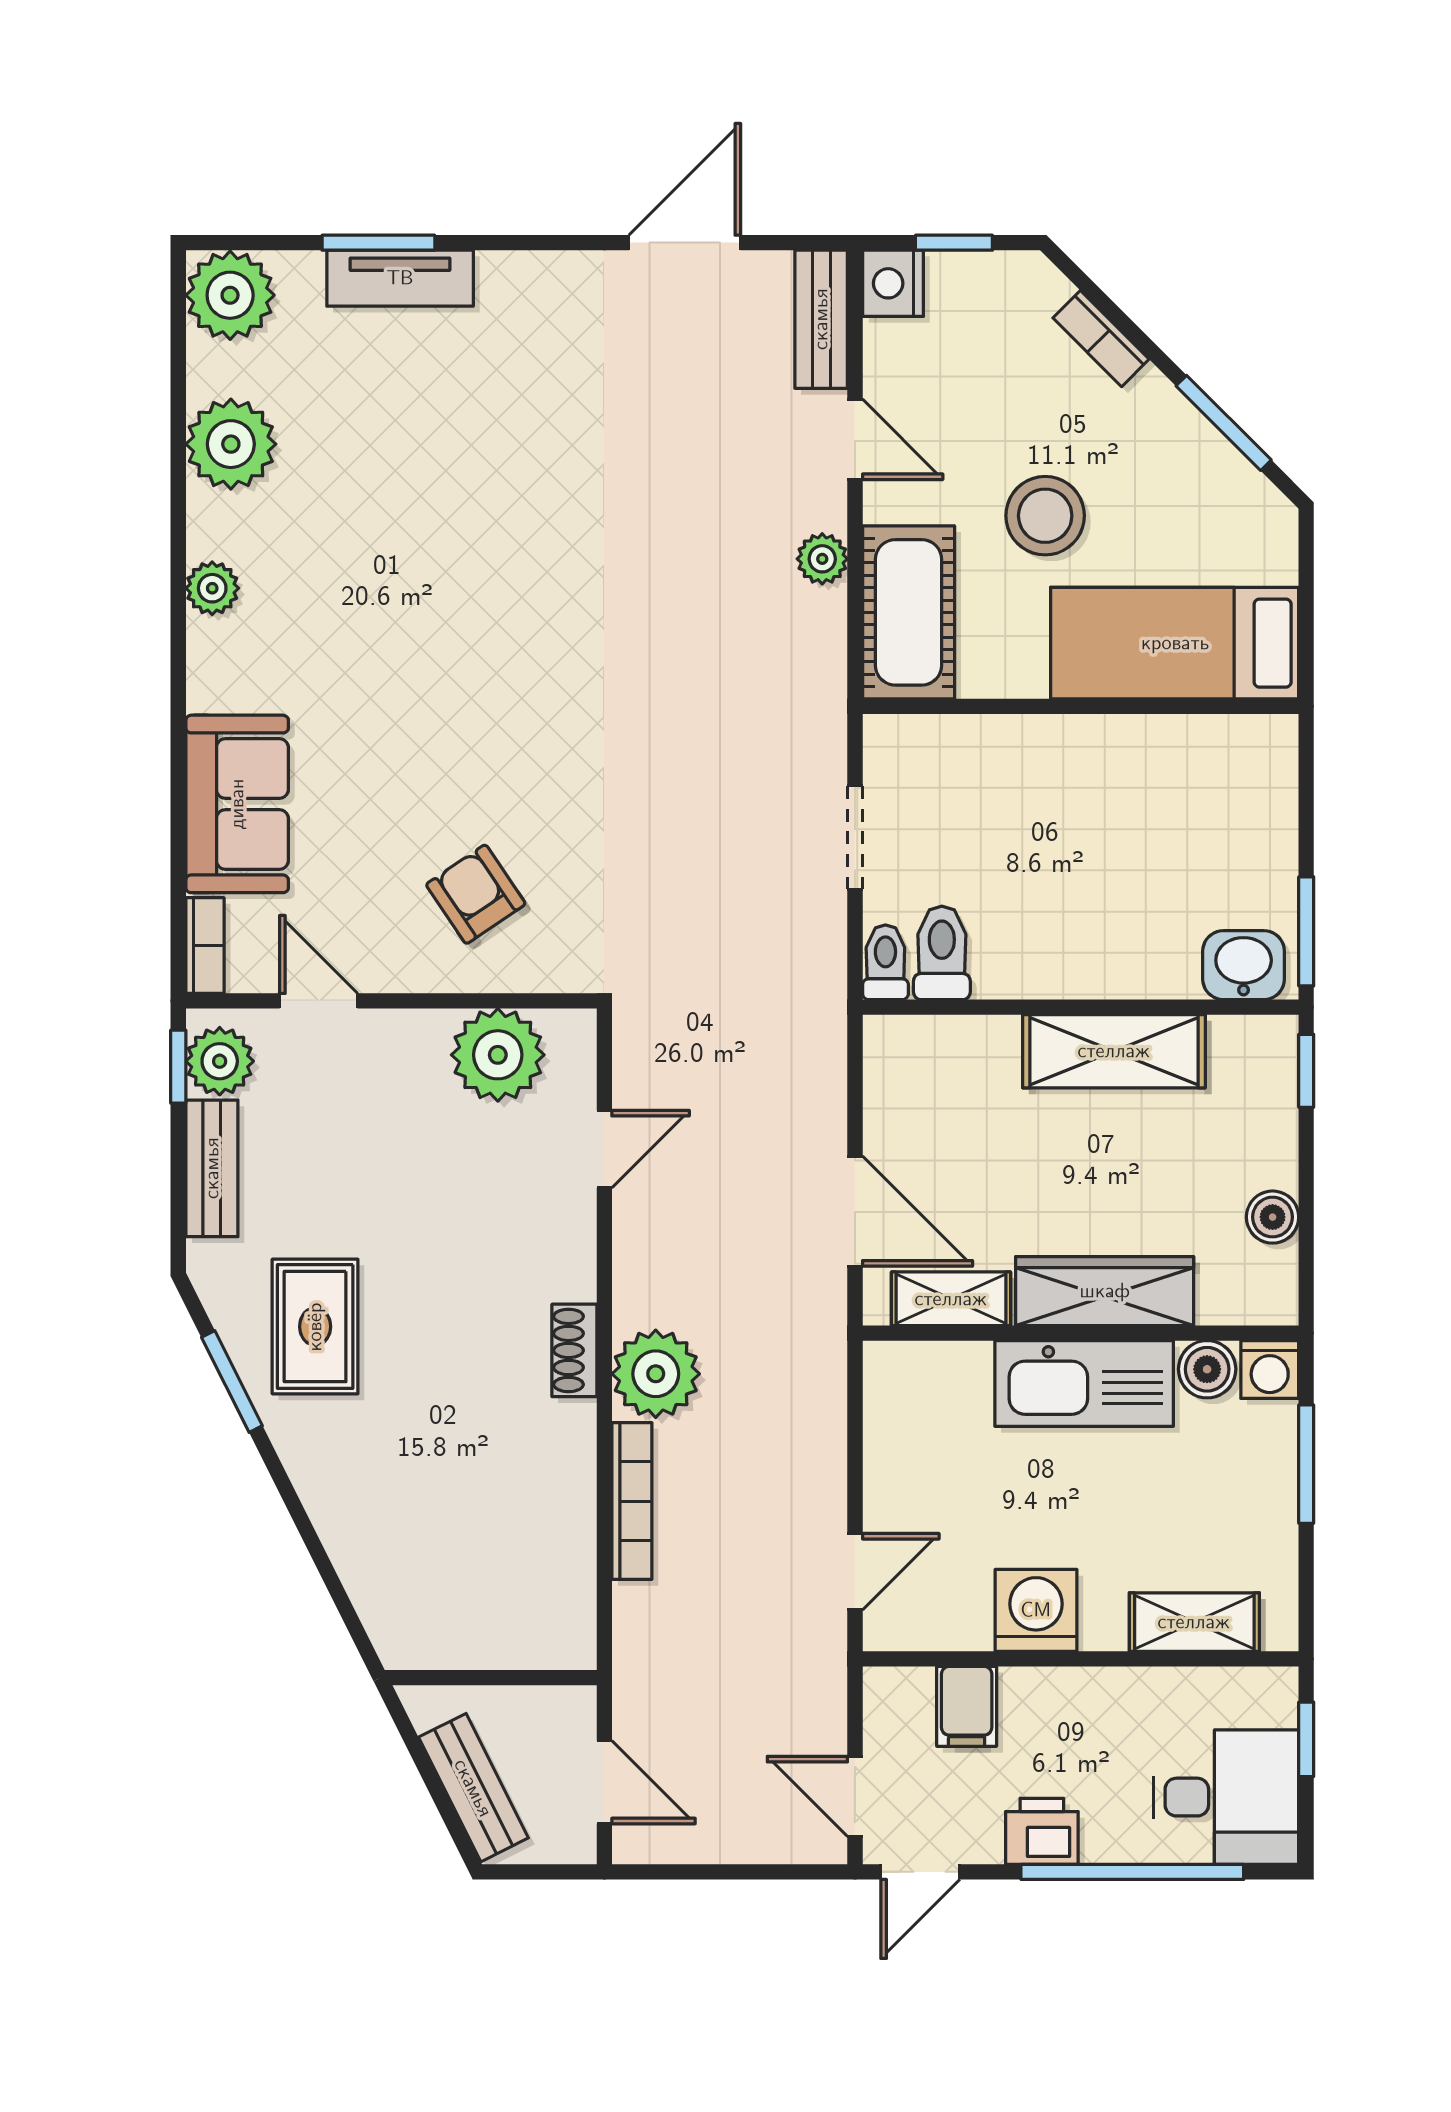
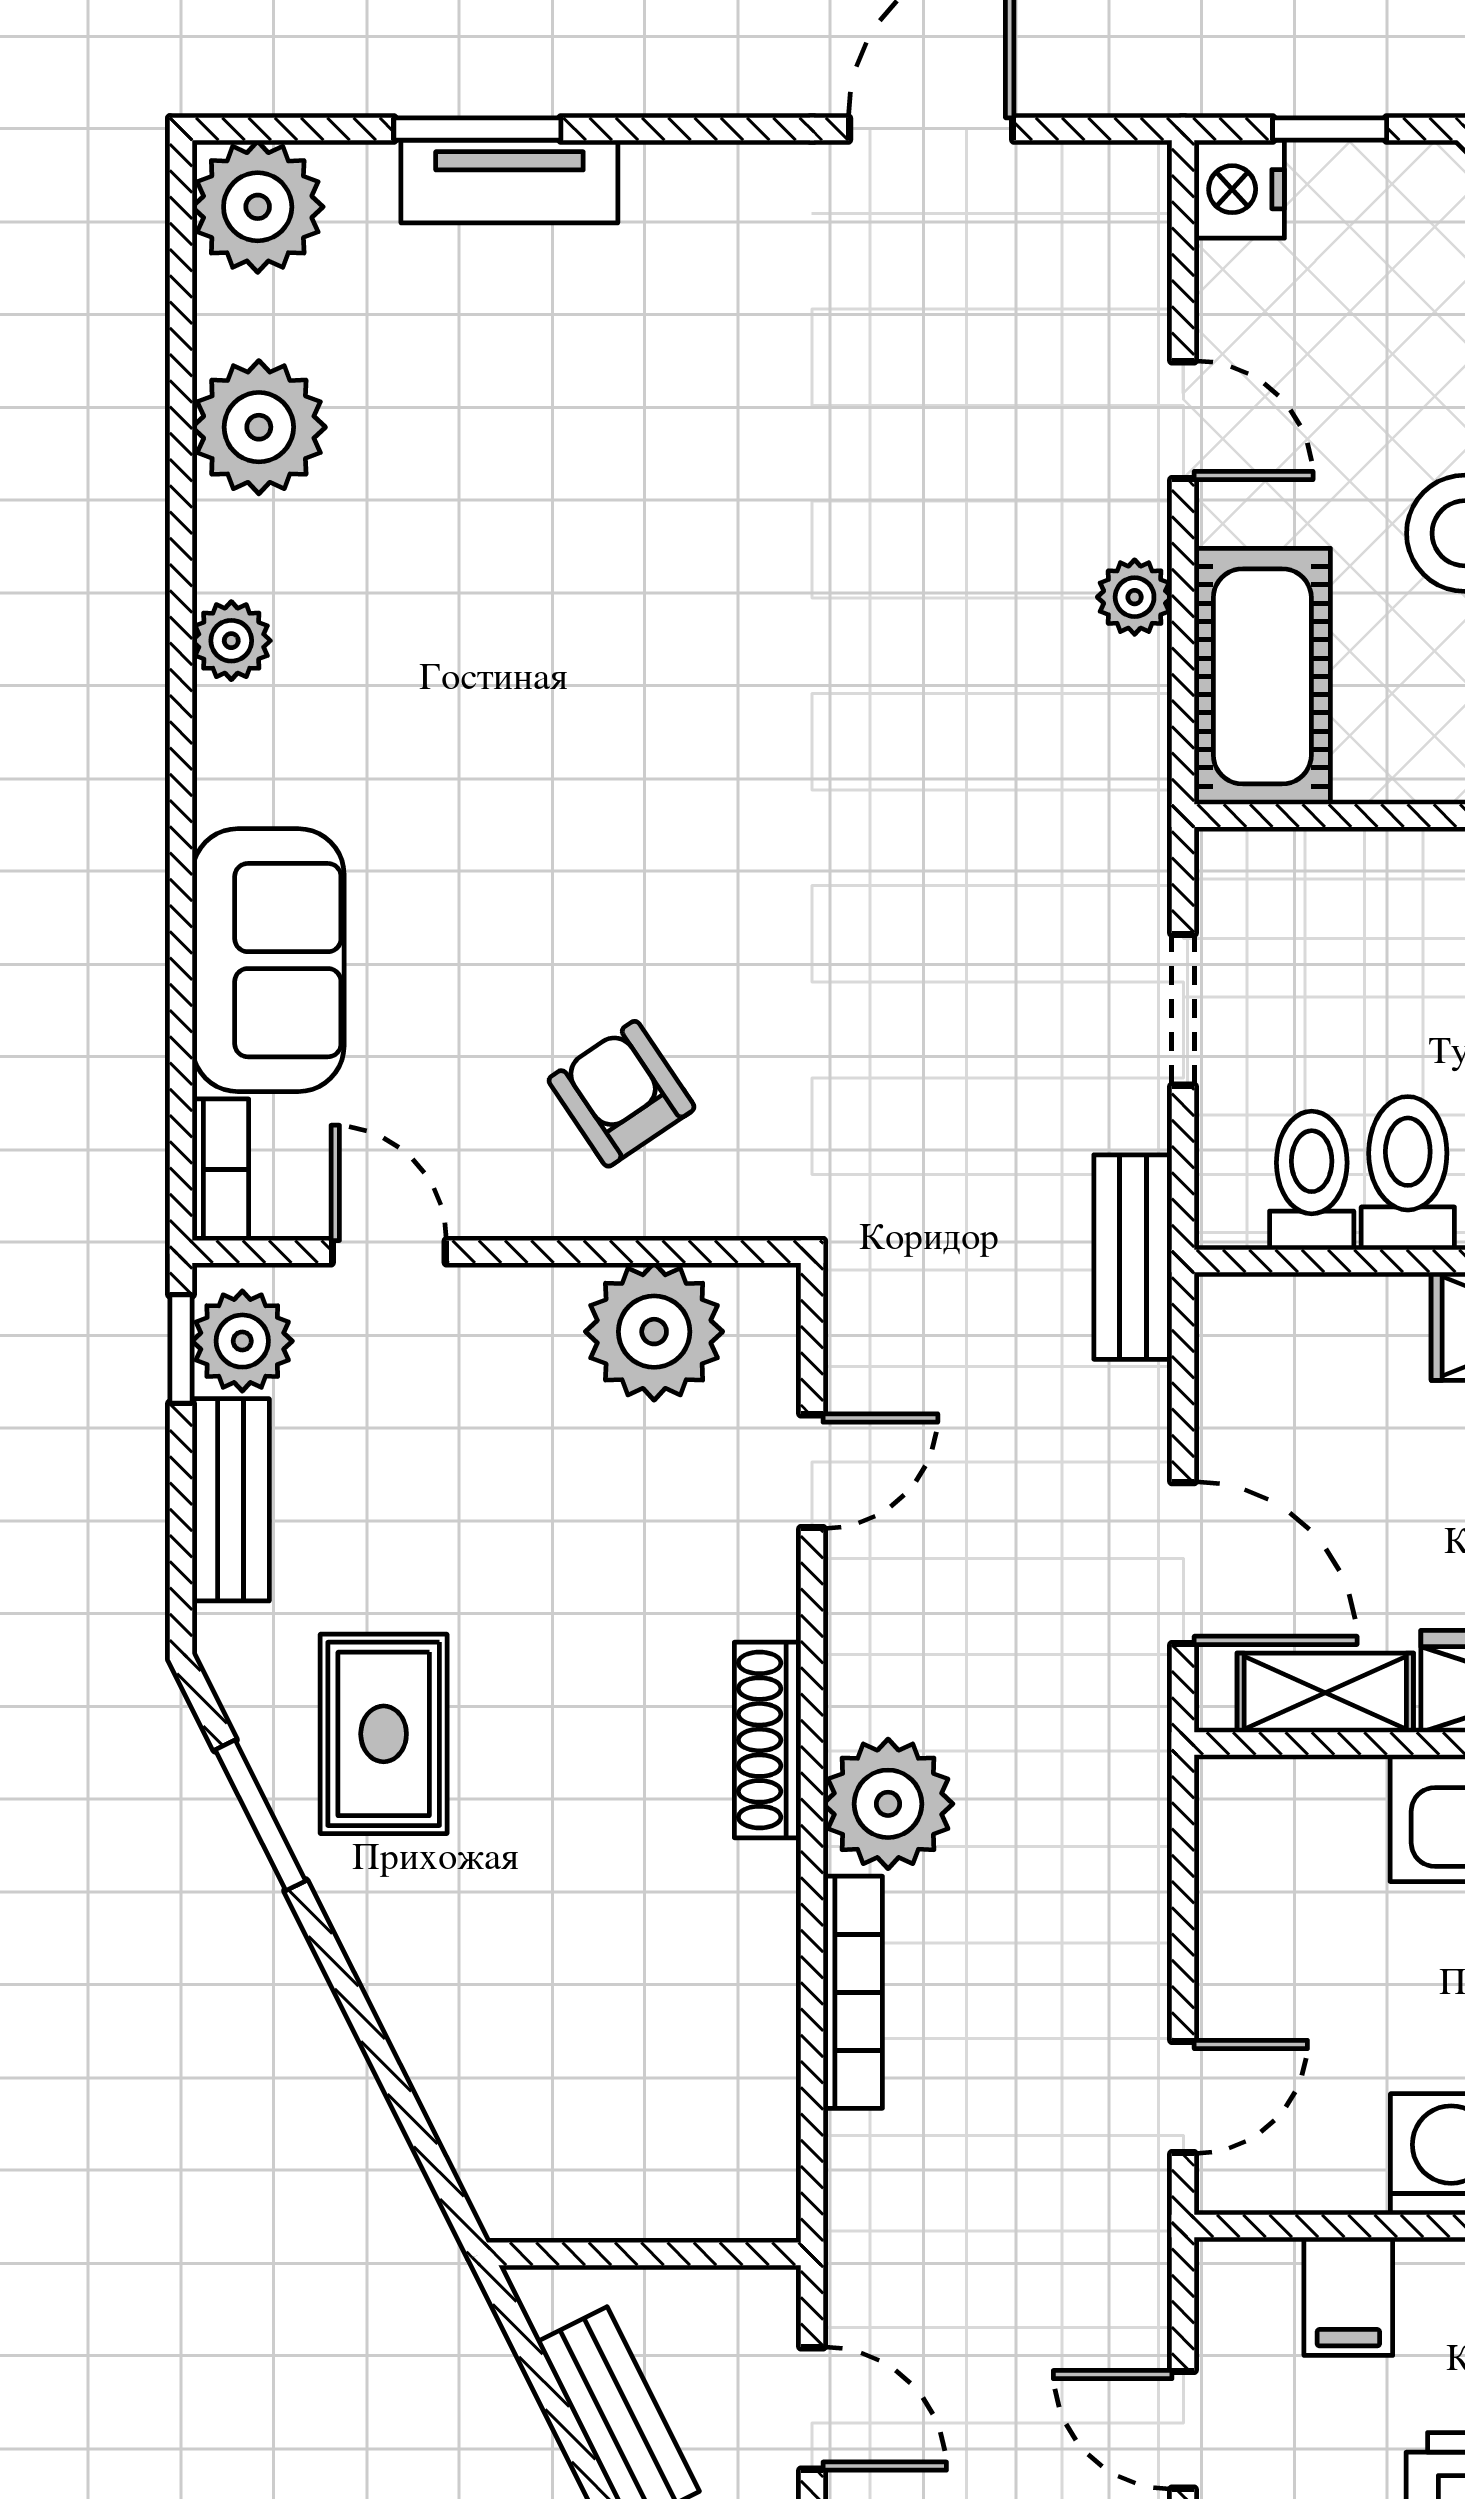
bench: (821, 319) -> (1133, 1257), moved
toilet: (885, 962) -> (1408, 1173), moved, width x1.37, depth x1.39
shoe rack: (574, 1350) -> (768, 1740), width x1.43

